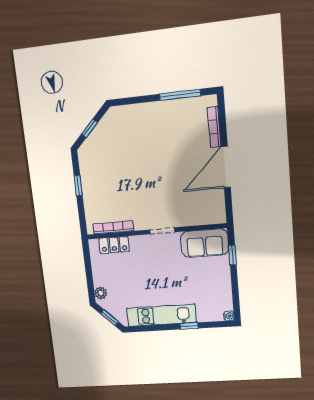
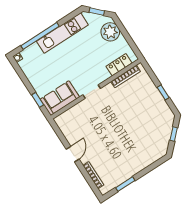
window: (180, 95) -> (125, 184), width x0.69
door: (226, 167) -> (73, 154), width x0.53
plant: (101, 293) -> (110, 32), width x1.88, depth x1.88
window: (189, 326) -> (40, 36), width x3.17

